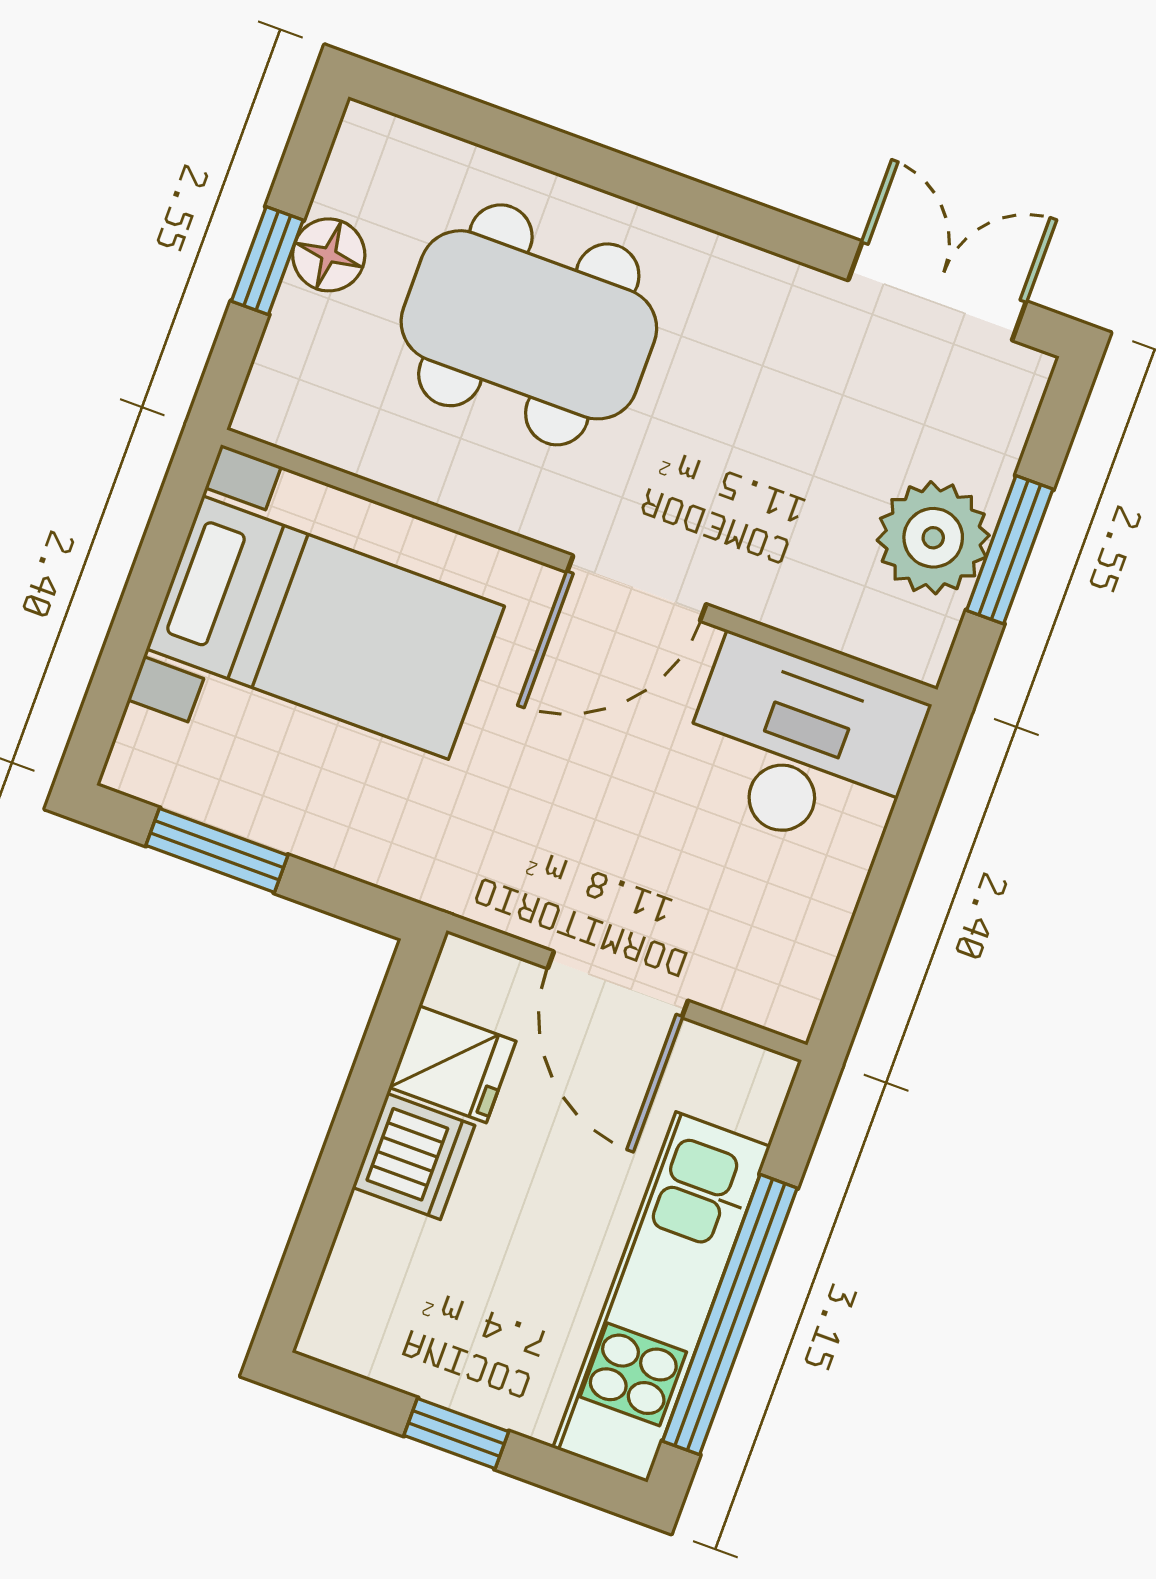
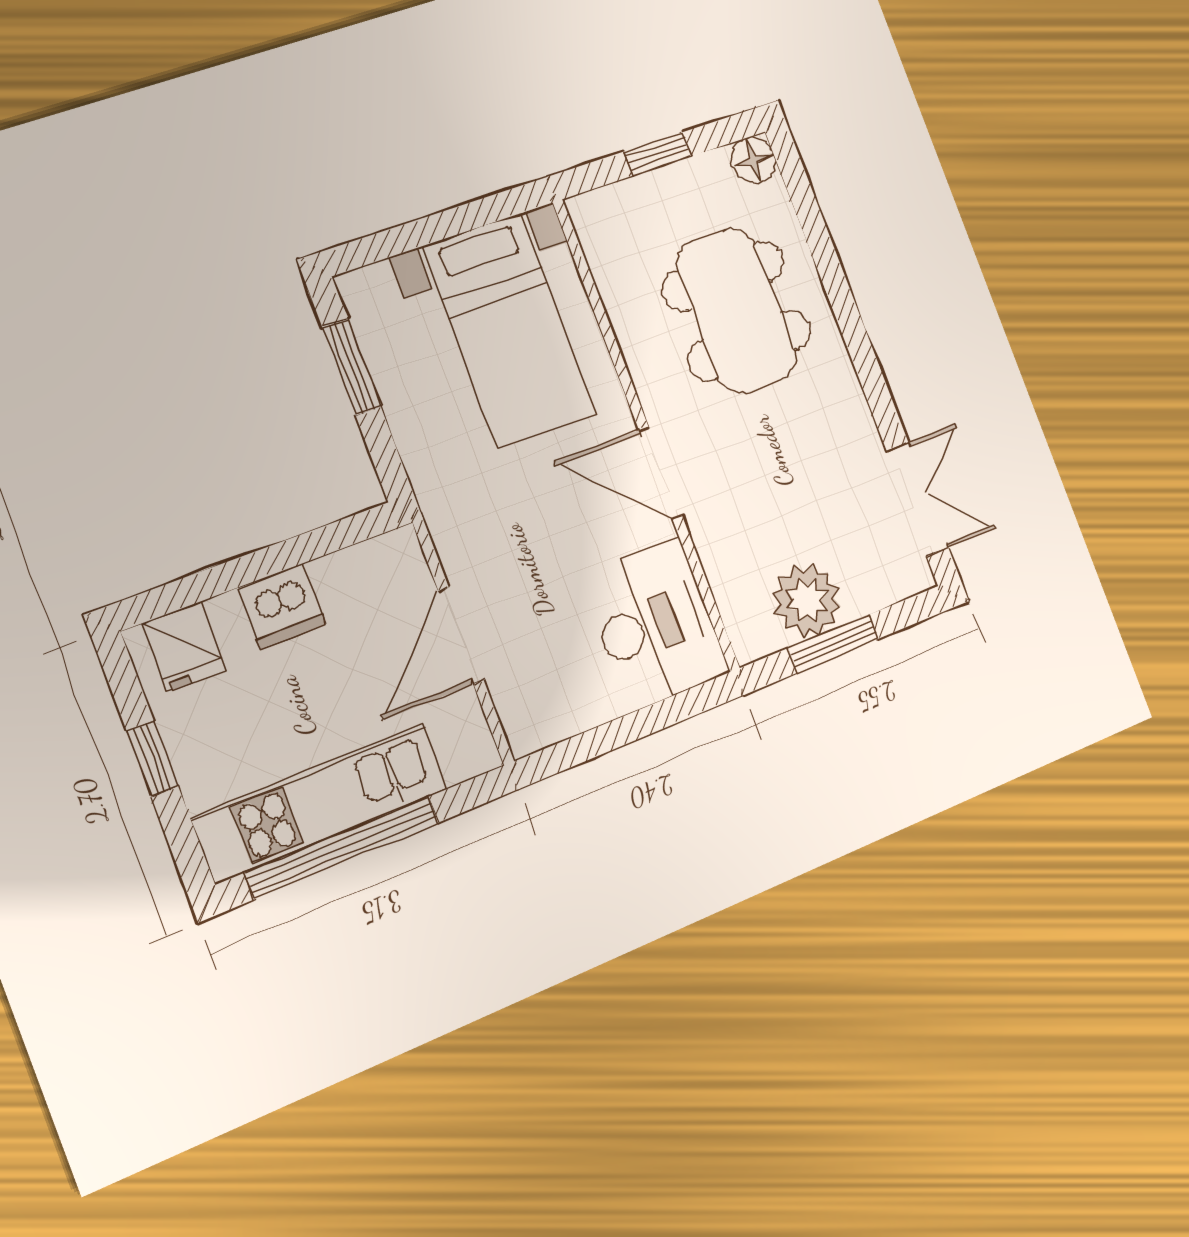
floor lamp: (329, 255) -> (753, 160), moved
fridge: (453, 1064) -> (184, 647), moved

